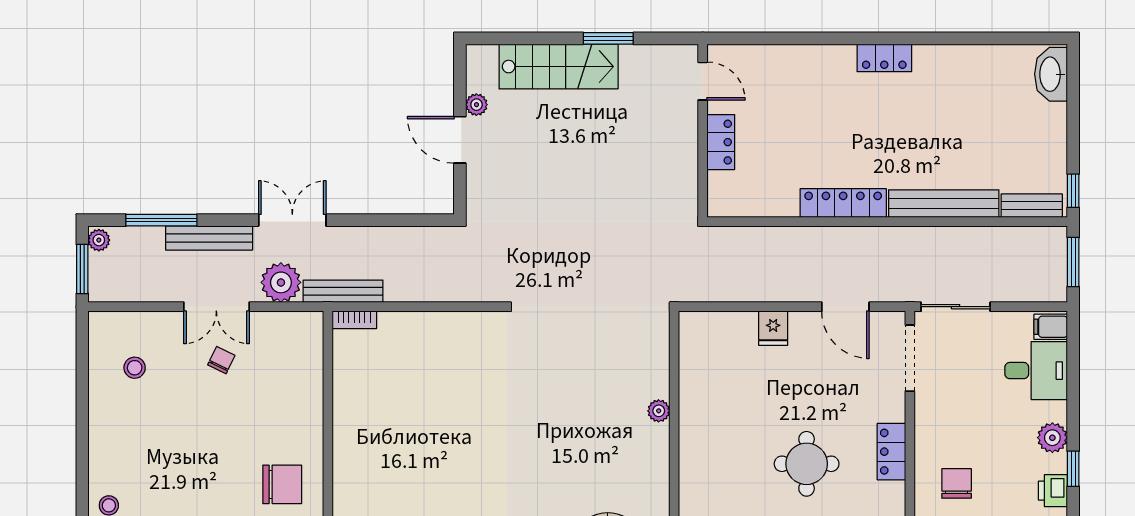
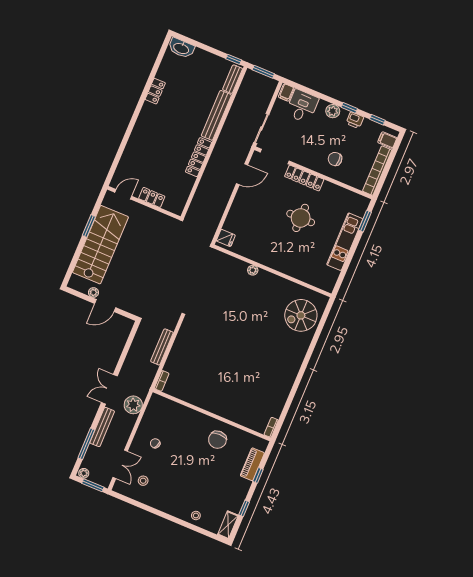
locker: (884, 58) -> (155, 91), moved
stairs: (559, 67) -> (100, 245), width x1.36, depth x1.51
bench: (343, 291) -> (162, 347), moved
double door: (216, 307) -> (120, 464), moved
fridge: (773, 328) -> (226, 238), moved
locker: (891, 452) -> (304, 178), width x1.53
chair: (282, 484) -> (217, 440), turned 180

